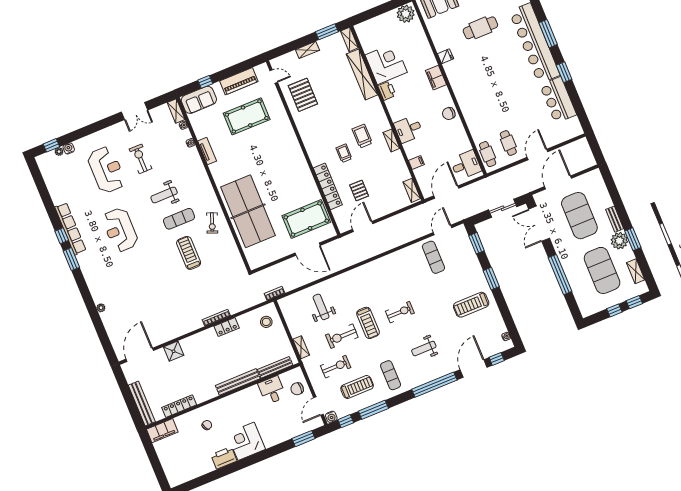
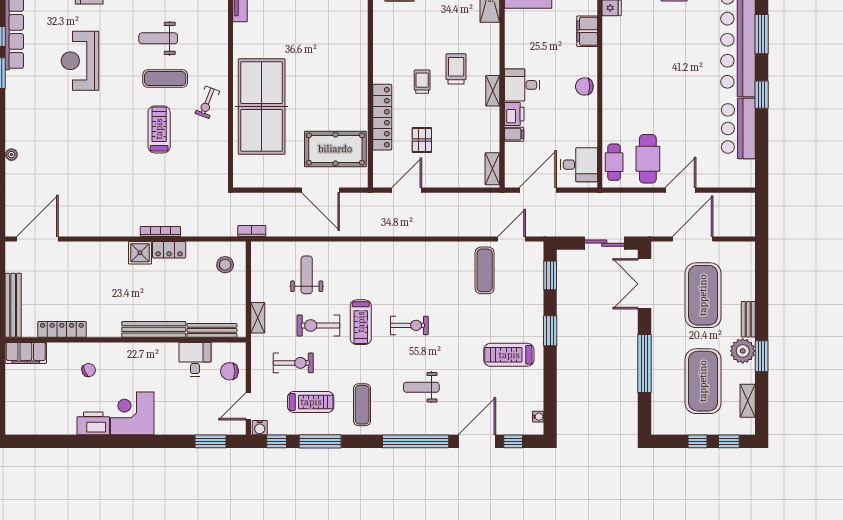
printer: (387, 91) -> (514, 114), moved
cafe table: (508, 143) -> (648, 159), width x1.37, depth x1.35
shower: (174, 351) -> (140, 253), moved

